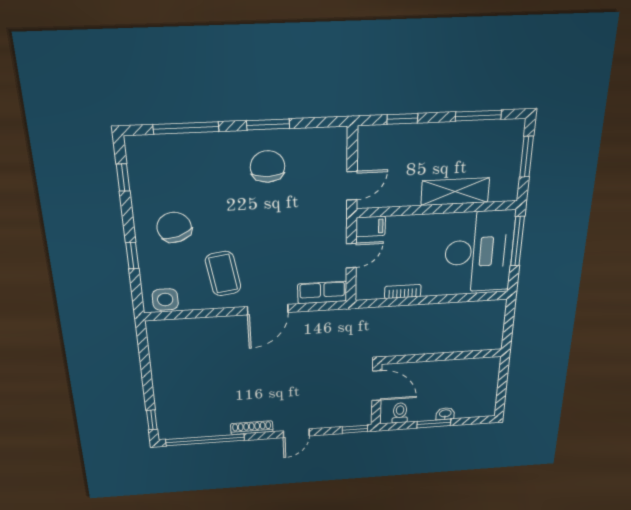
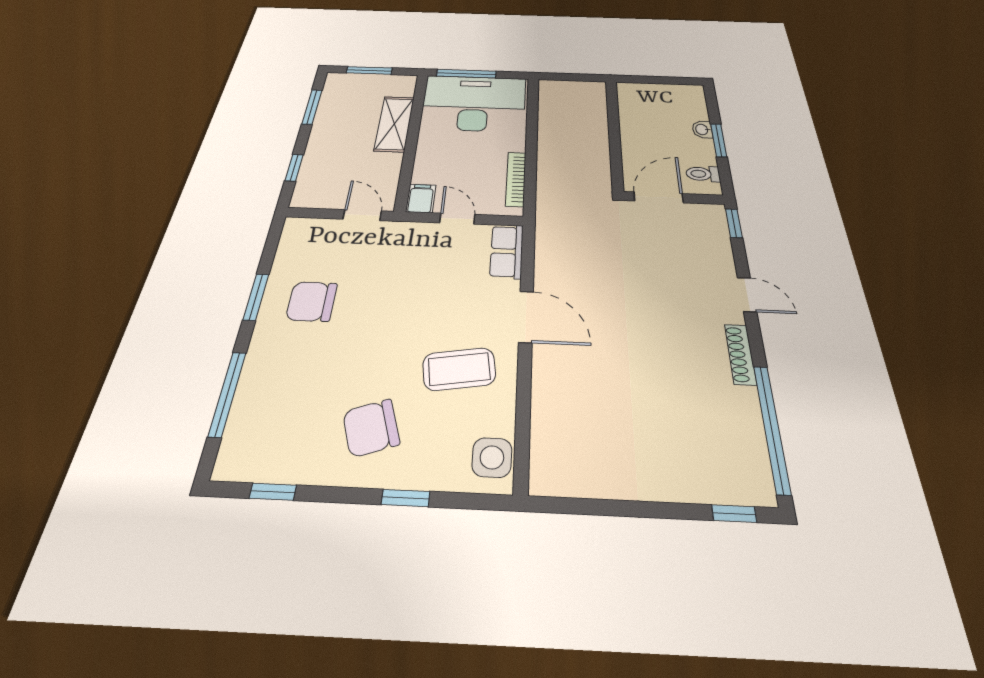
bookcase: (403, 291) -> (516, 179), width x1.56

